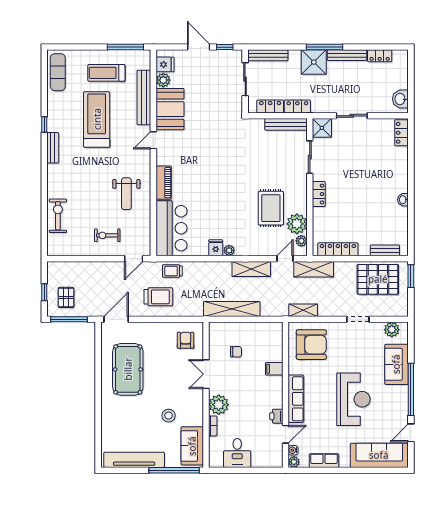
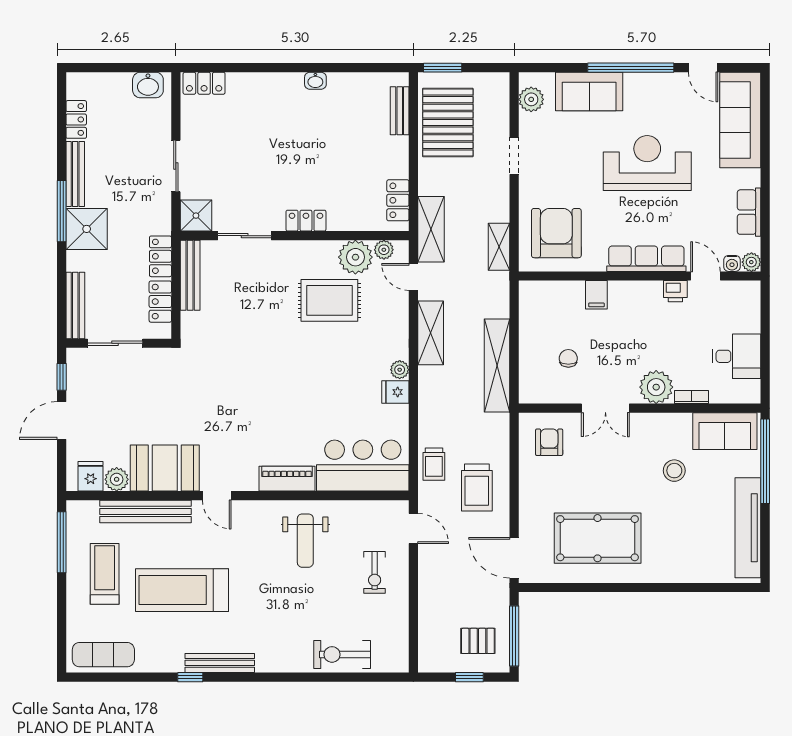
treadmill: (106, 73) -> (105, 574), turned 180
bench: (53, 148) -> (220, 663), width x1.36
weight bench: (126, 194) -> (305, 541), turned 90
locker: (338, 249) -> (398, 200), width x0.66
trolley: (158, 297) -> (477, 487), turned 180
armchair: (186, 340) -> (549, 442), turned 90

